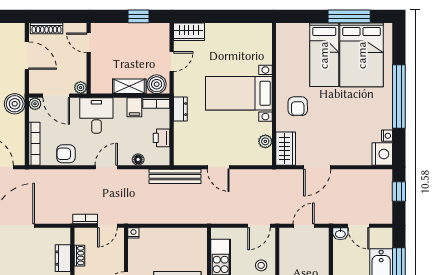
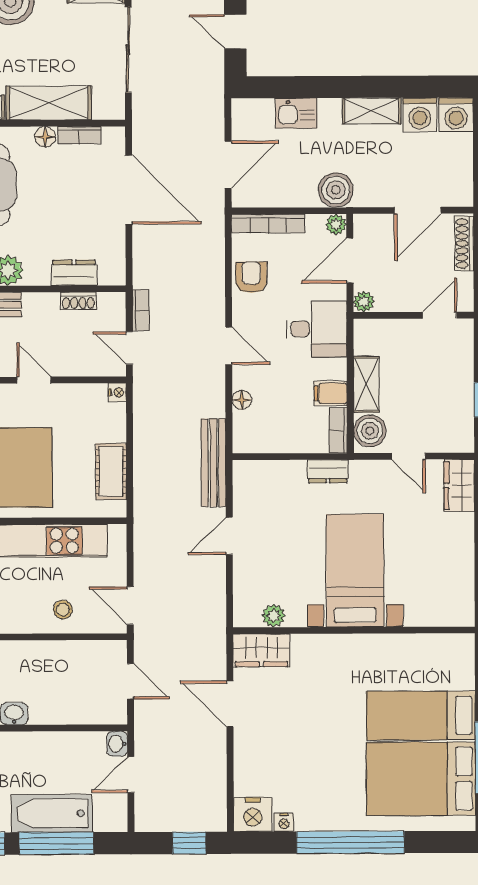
armchair: (298, 106) -> (333, 671), removed
printer: (161, 138) -> (279, 439), removed
cot: (180, 237) -> (111, 472), added

